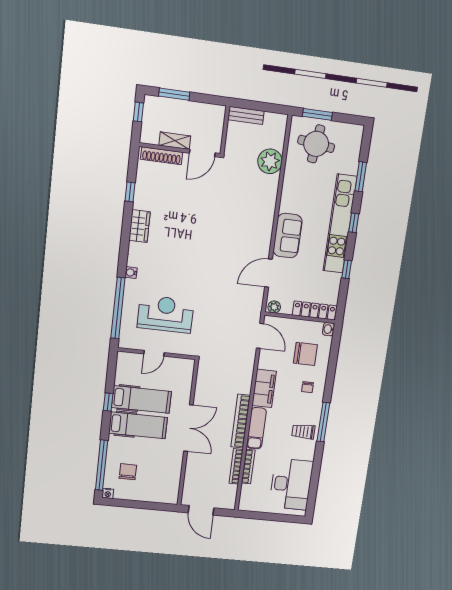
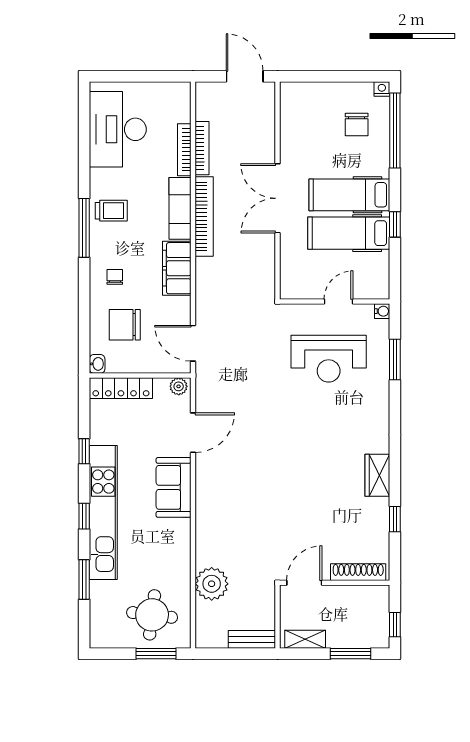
shelving: (175, 141) -> (305, 639), moved
water cooler: (131, 273) -> (382, 311), moved
window: (118, 308) -> (395, 360), width x0.47

